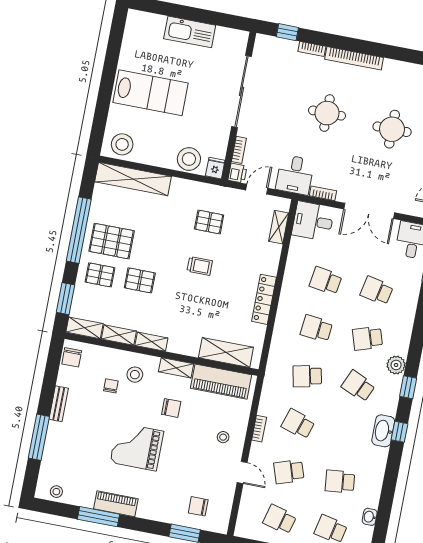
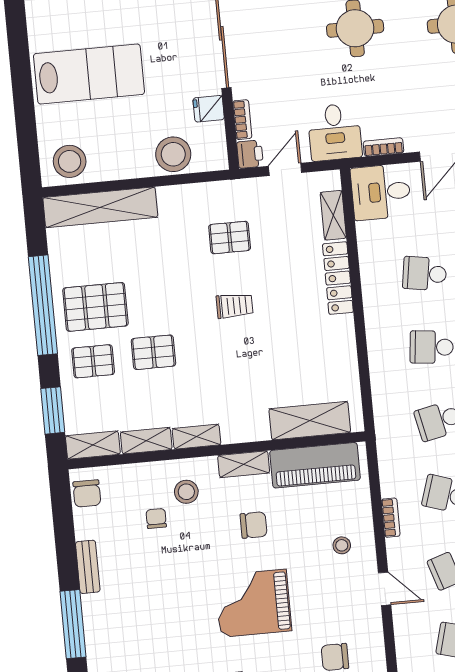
fridge: (215, 168) -> (209, 109), moved, turned -90
locker: (264, 299) -> (338, 278), moved
grand piano: (137, 447) -> (253, 603), moved

